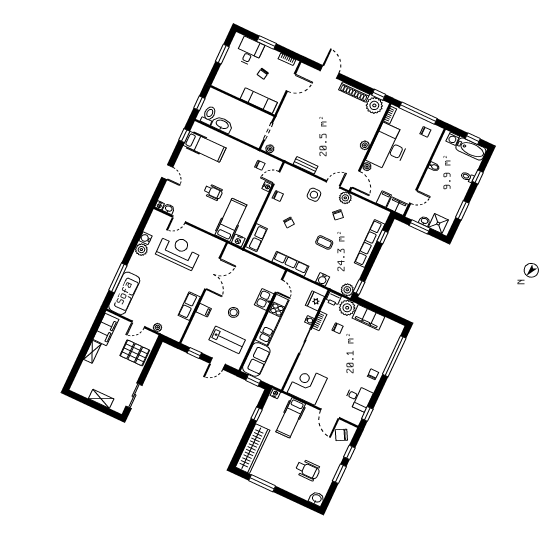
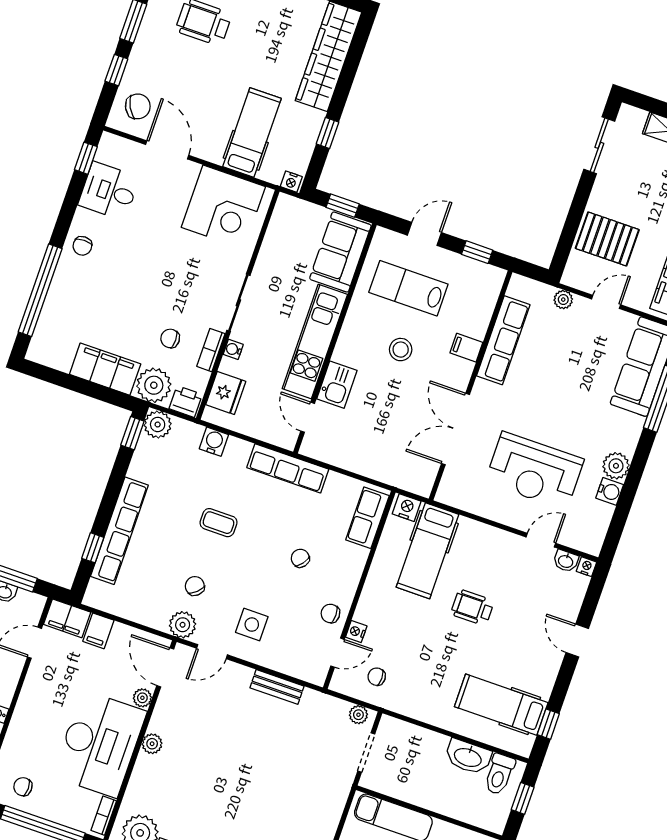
row of seats: (189, 306) -> (503, 340), width x1.48

